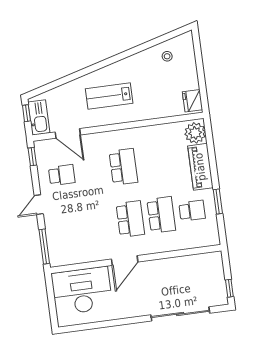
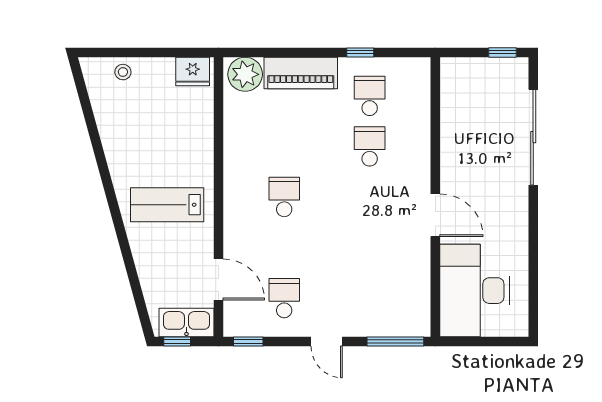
stool: (167, 56) -> (123, 72), moved
lab bench: (109, 96) -> (167, 205), turned 90
door: (68, 133) -> (218, 279), hinge flipped
school desk: (123, 167) -> (284, 197), width x0.54
window: (218, 201) -> (360, 52), width x0.67
school desk: (161, 215) -> (370, 146), width x0.54
school desk: (130, 219) -> (370, 197), removed

